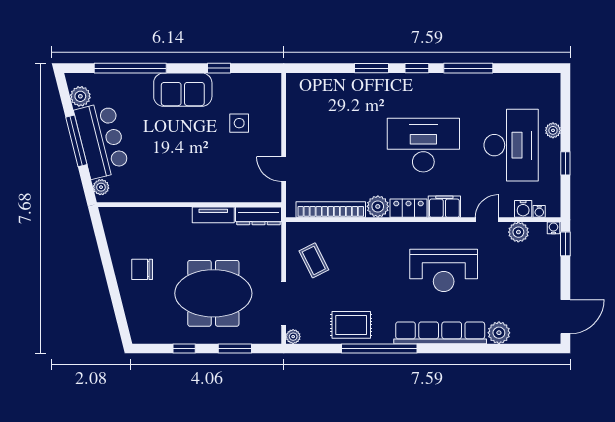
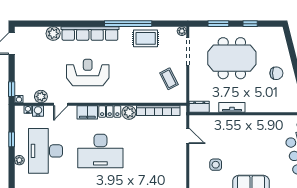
dresser: (259, 216) -> (199, 107), width x0.70

